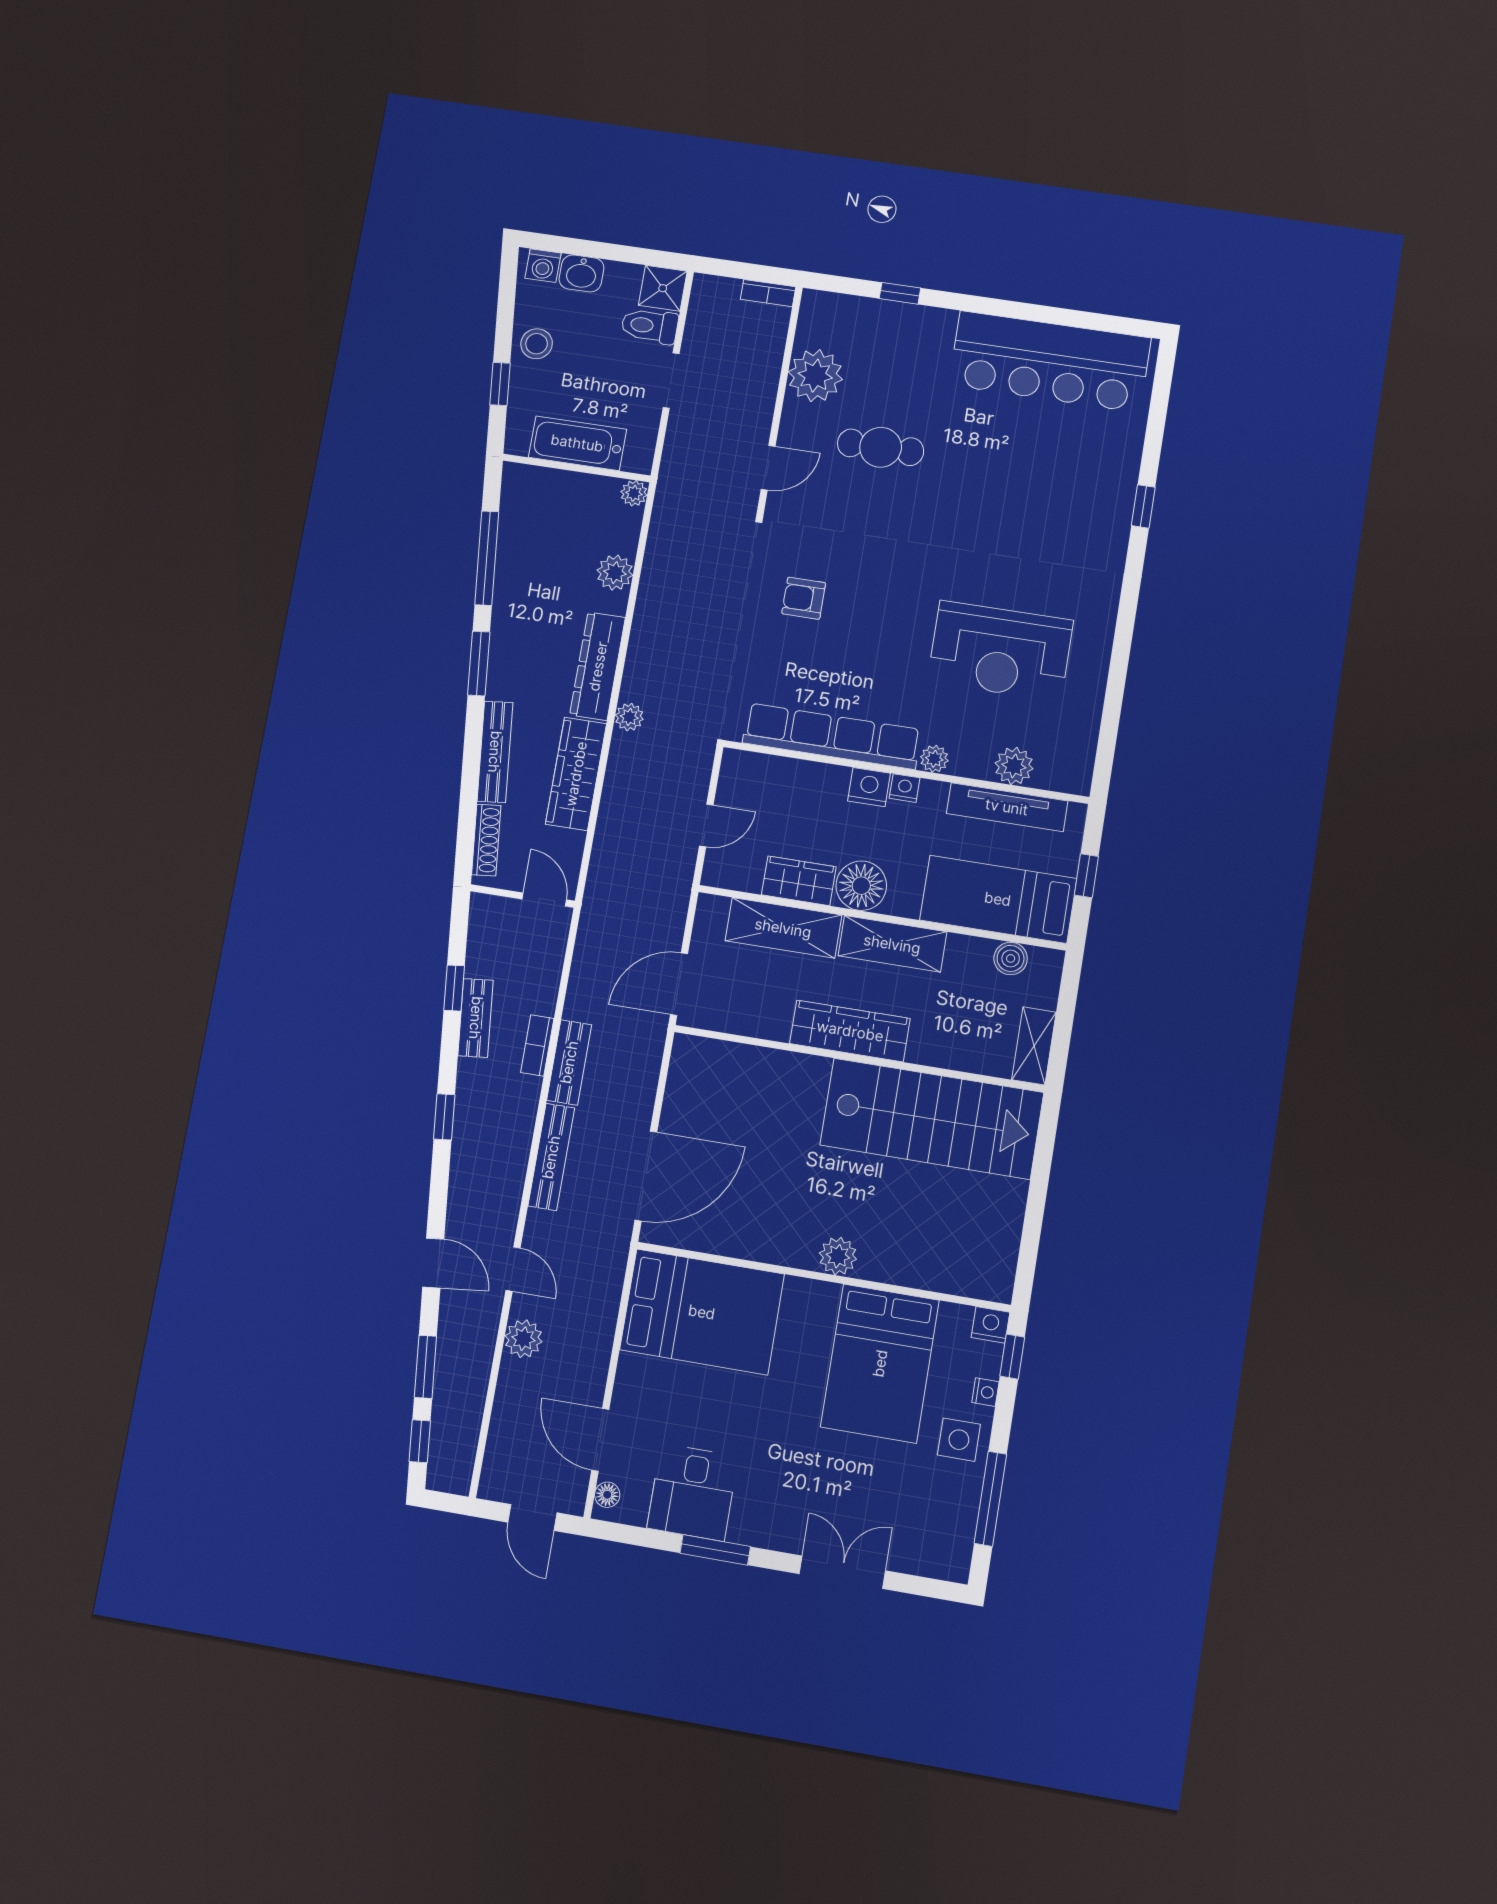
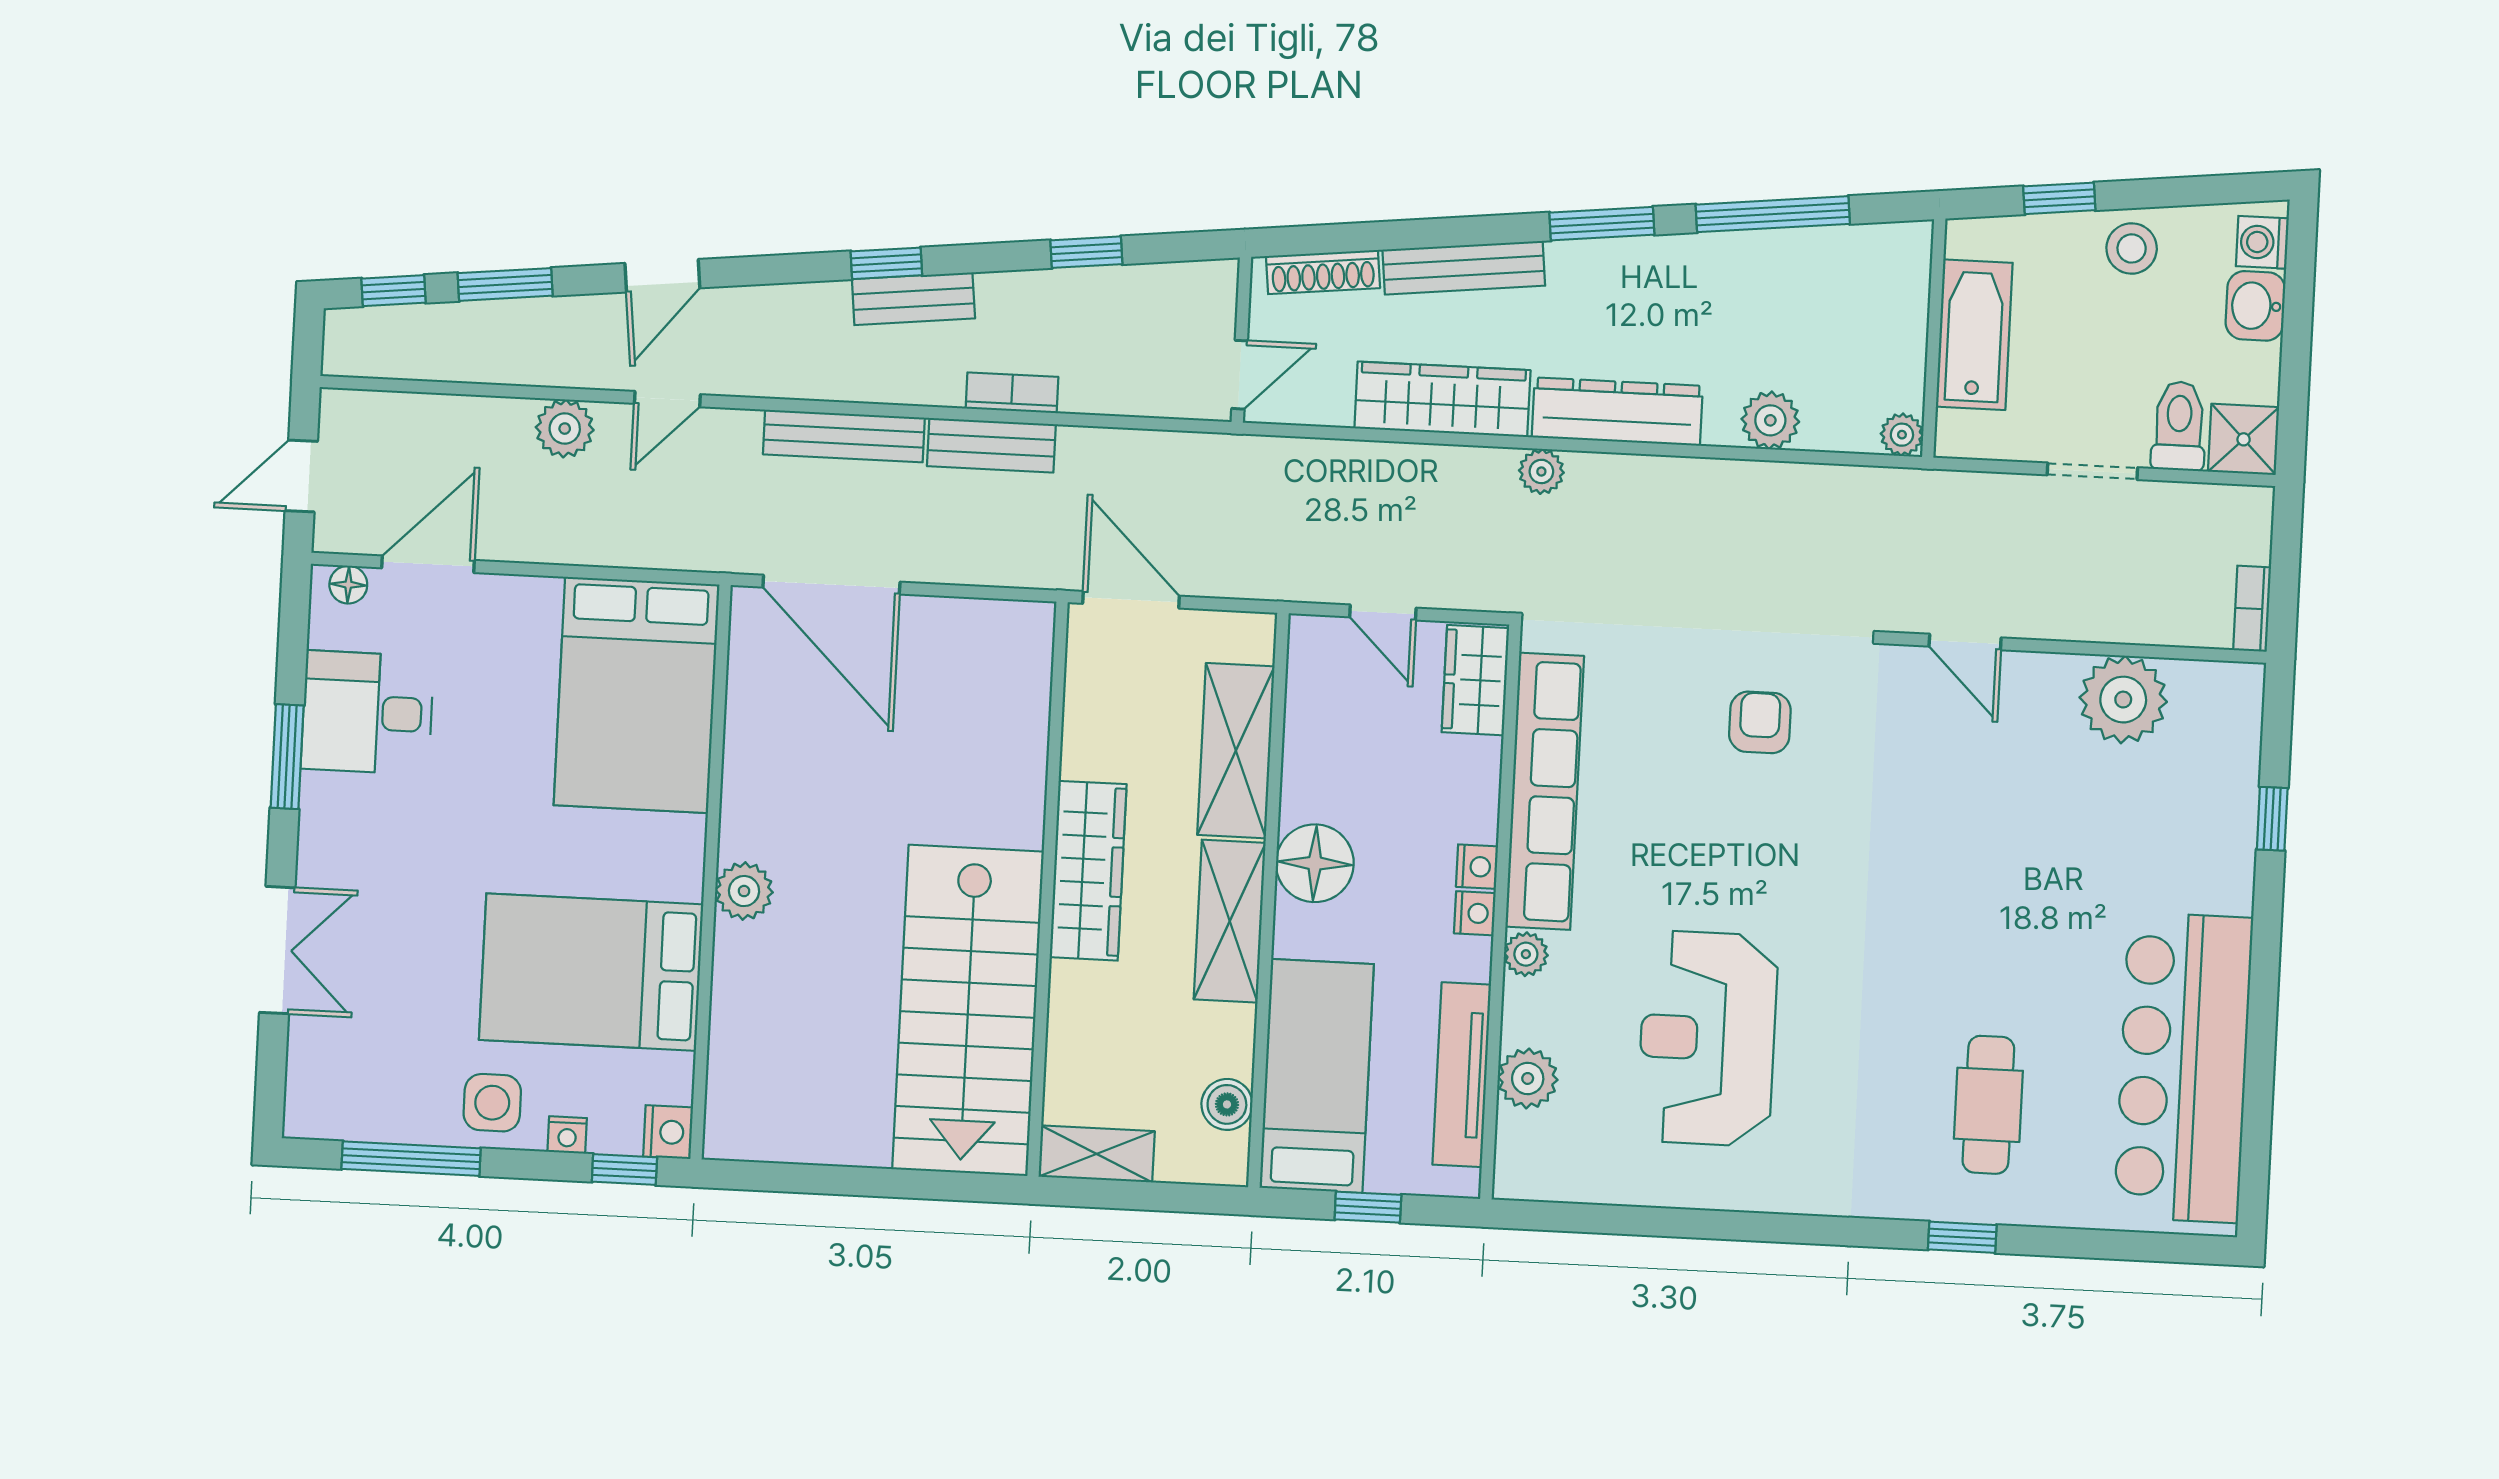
cafe table: (881, 447) -> (1988, 1105), moved
nightstand: (869, 787) -> (1477, 867), width x0.72, depth x0.74
wardrobe: (799, 881) -> (1475, 680), moved, turned 180
bench: (476, 1018) -> (913, 299), moved

